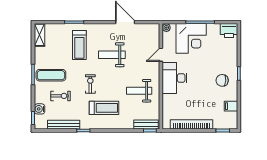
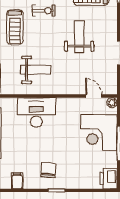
door: (161, 55) -> (94, 96), moved
desk: (174, 78) -> (36, 112), moved
weight bench: (139, 91) -> (36, 70), turned 90

